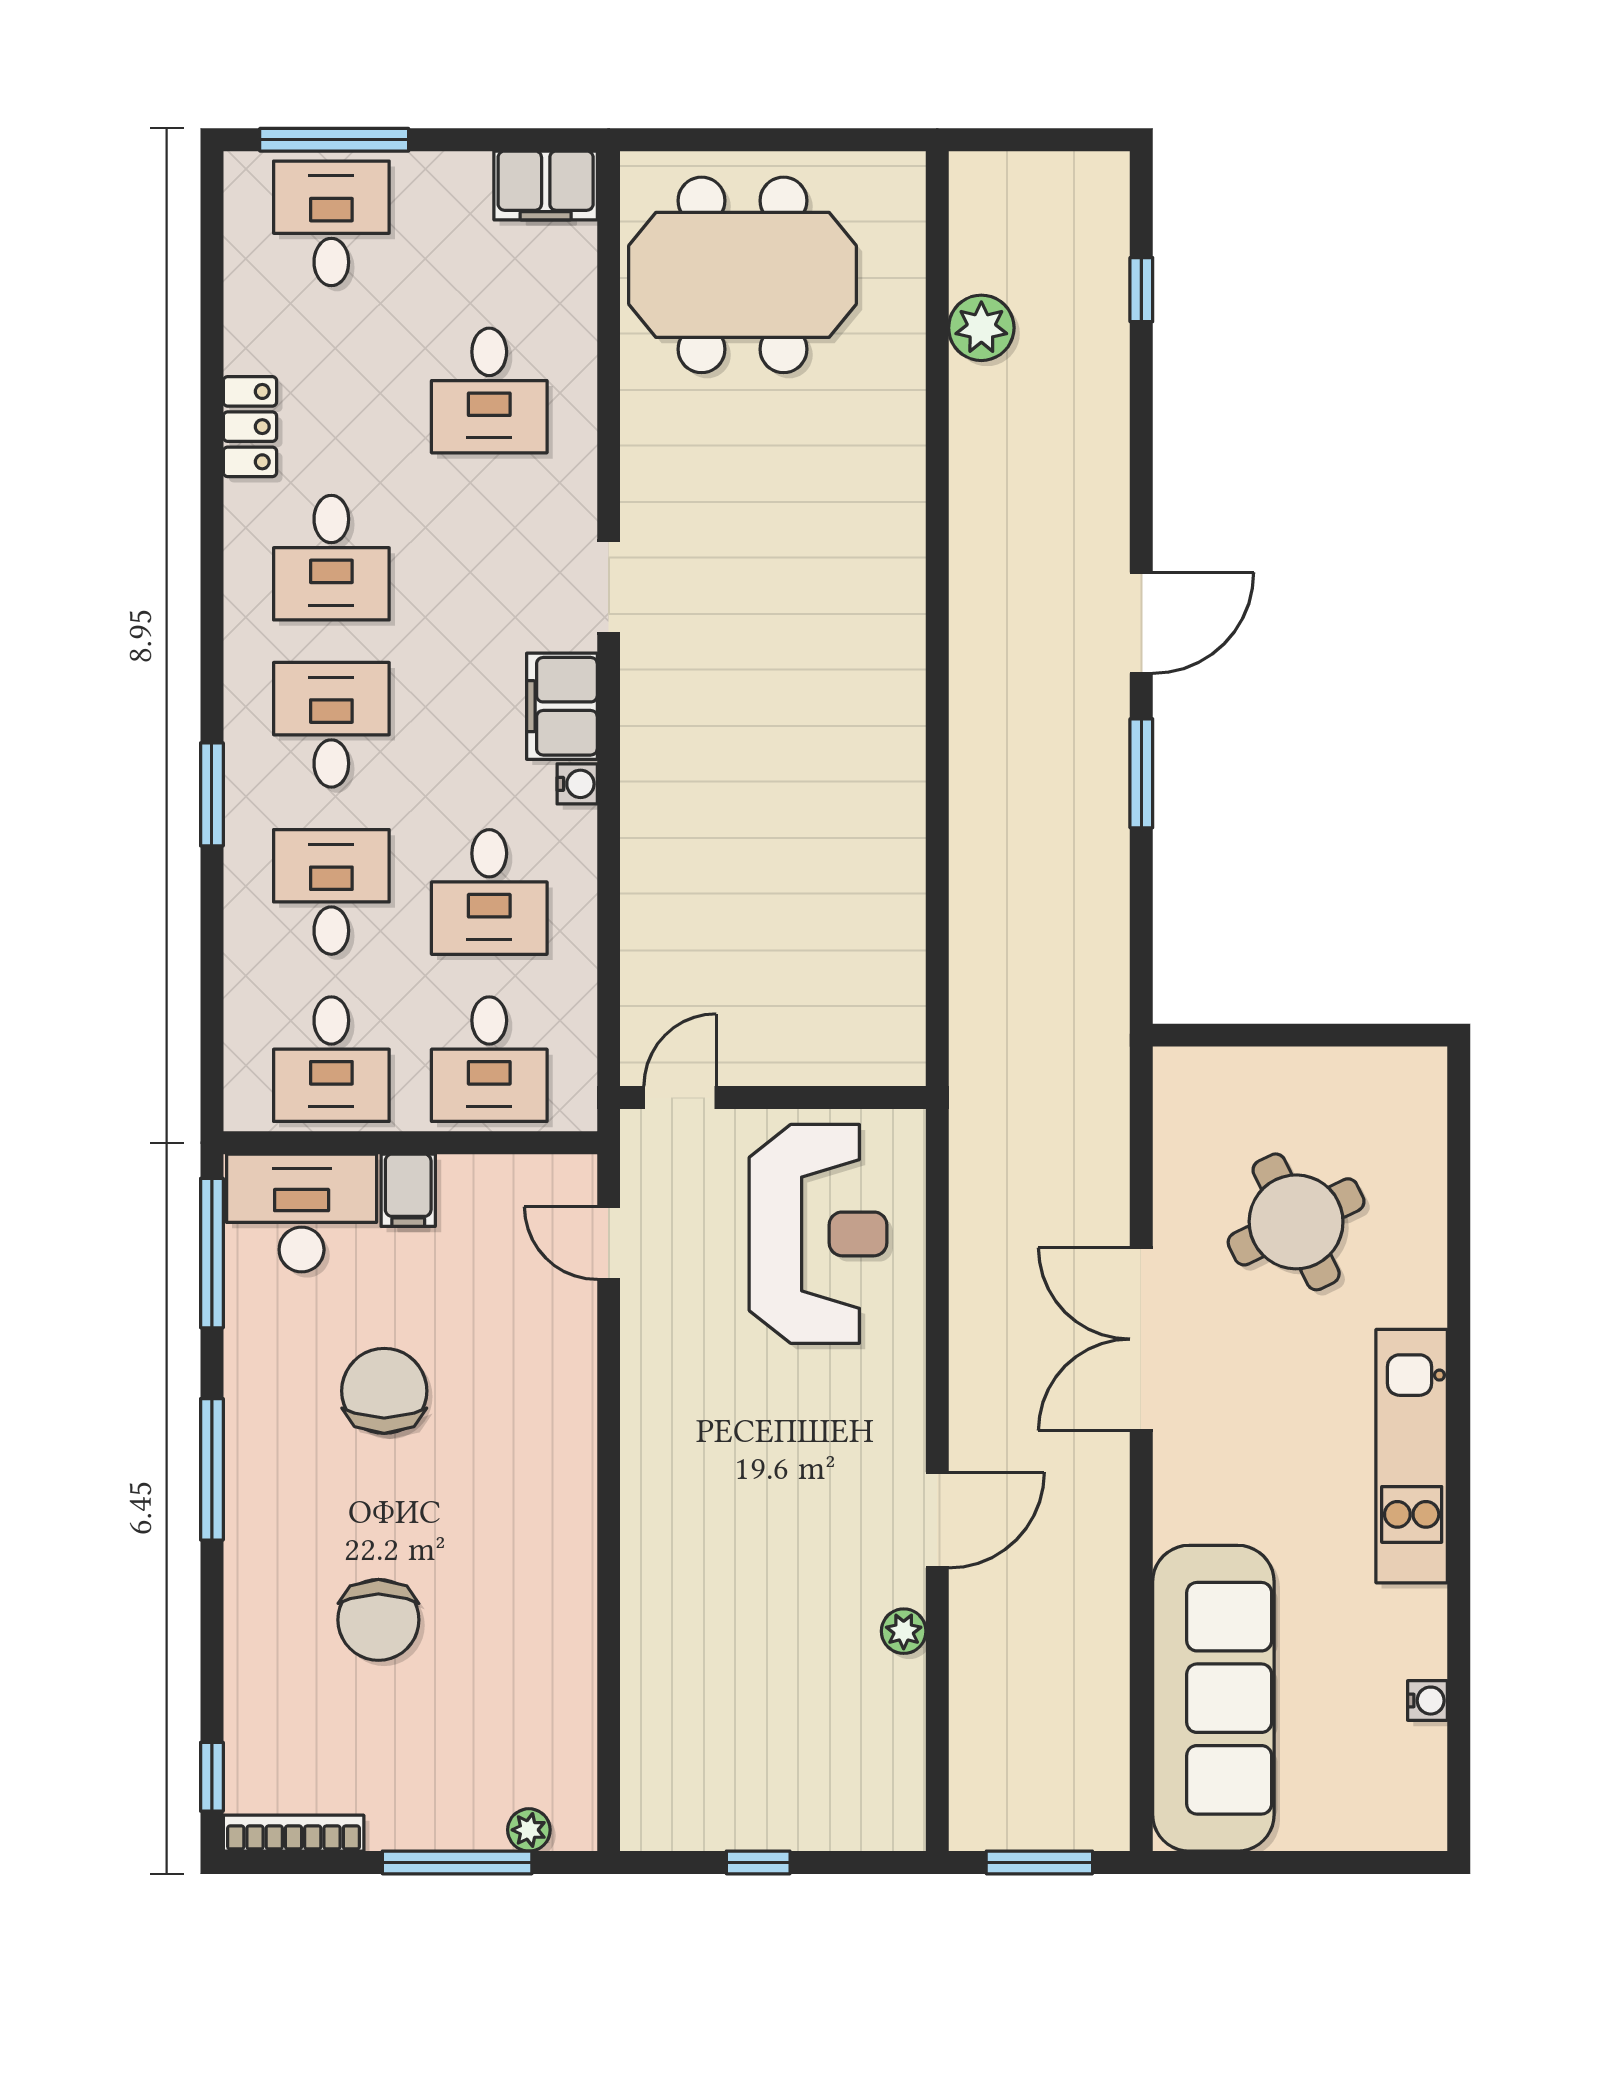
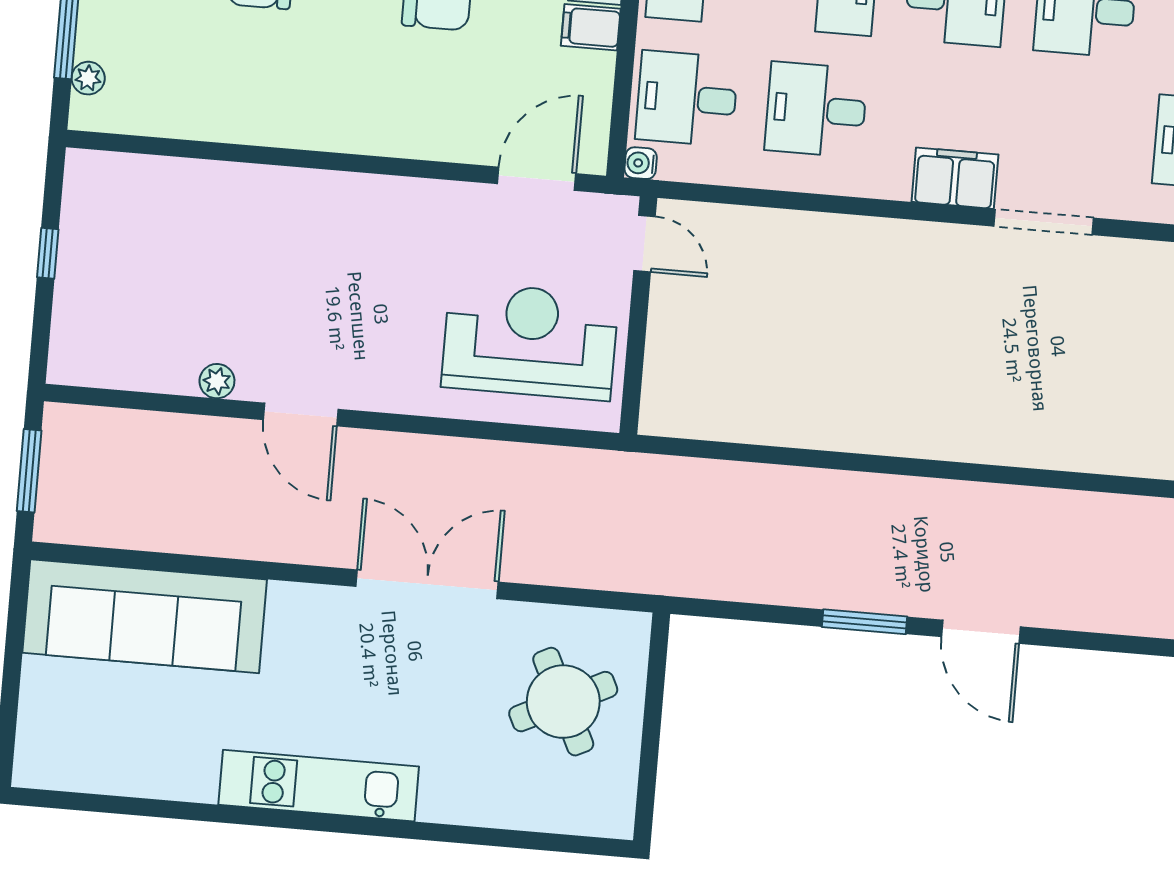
doorway: (609, 587) -> (1044, 222), width x1.38
water cooler: (577, 784) -> (641, 163), moved, turned 90
round table: (1296, 1222) -> (563, 702), moved
reception desk: (818, 1234) -> (530, 341), turned 180
door: (609, 1243) -> (537, 179), width x1.38
water cooler: (1427, 1701) -> (129, 782), removed

